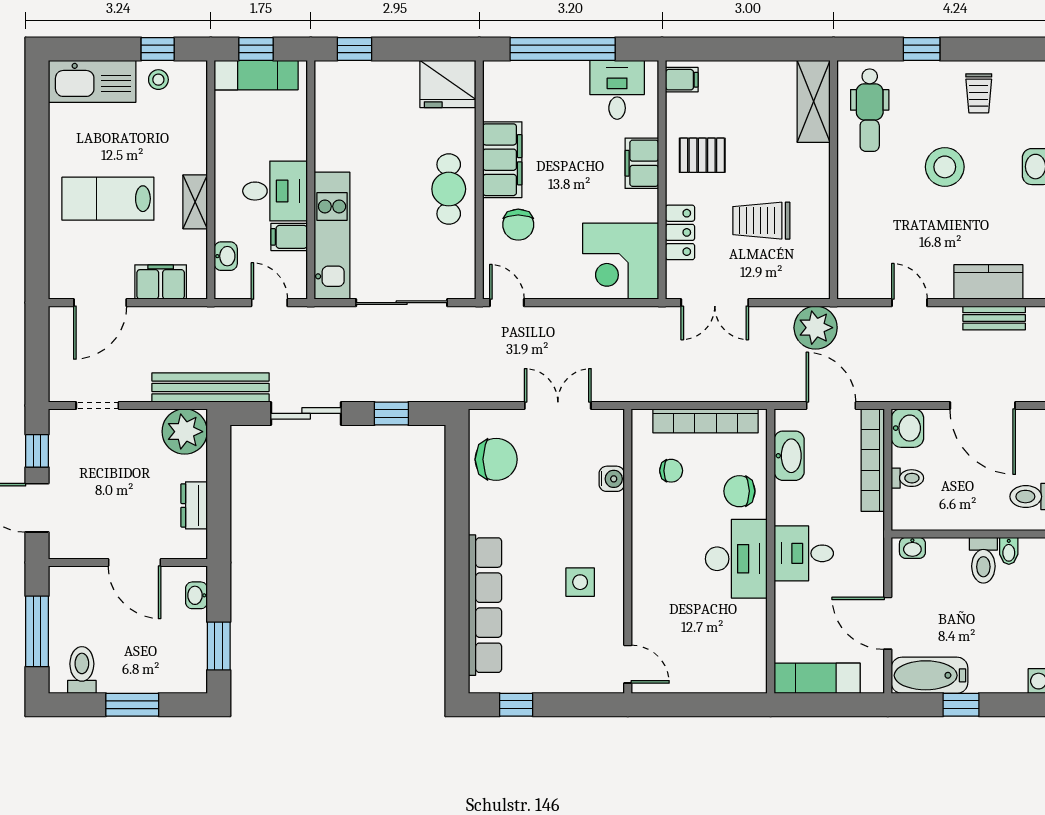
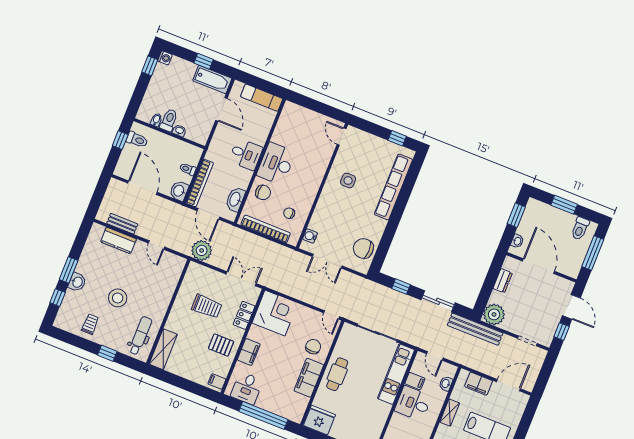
water cooler: (612, 479) -> (310, 236), moved
washbasin: (912, 548) -> (179, 131), moved
door: (134, 563) -> (539, 266), width x1.36

